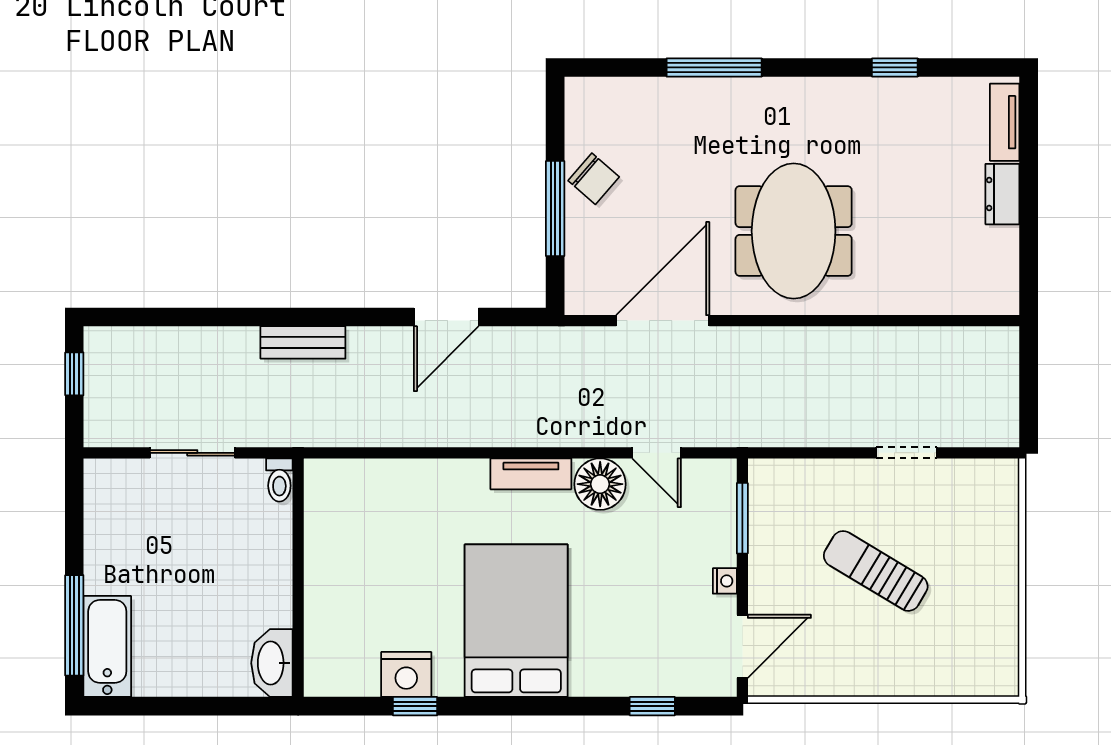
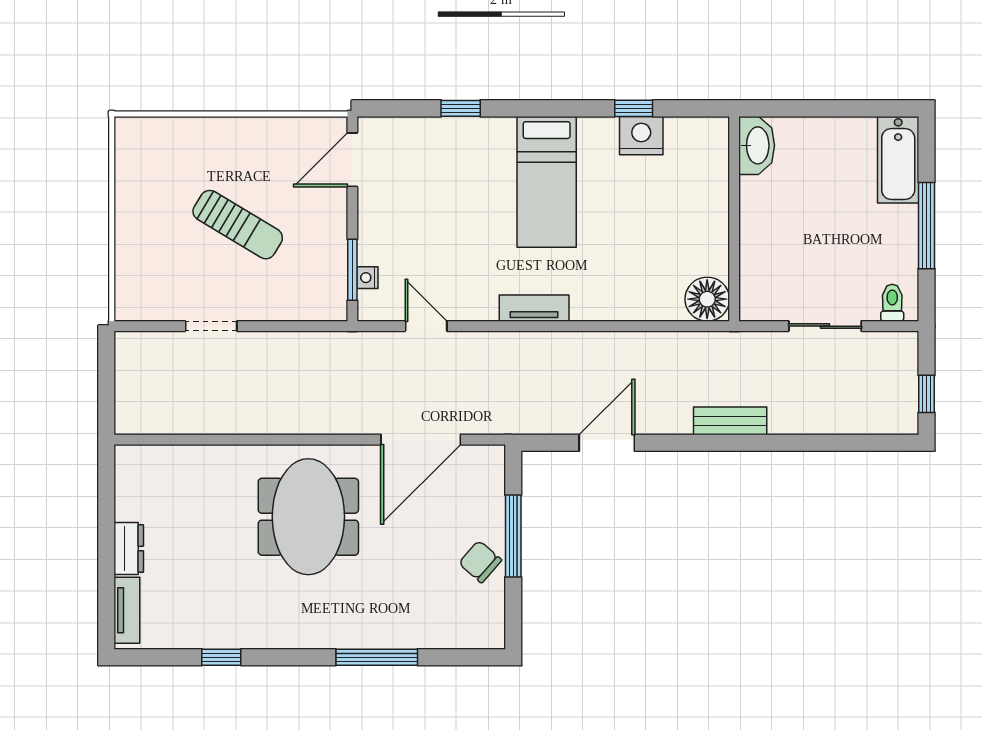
toilet: (279, 480) -> (892, 303), moved
floor lamp: (600, 484) -> (707, 299), moved
nightstand: (725, 581) -> (367, 278), moved
bed: (516, 621) -> (547, 182), width x0.67
window: (74, 625) -> (927, 226), moved
window: (652, 706) -> (461, 108), moved

